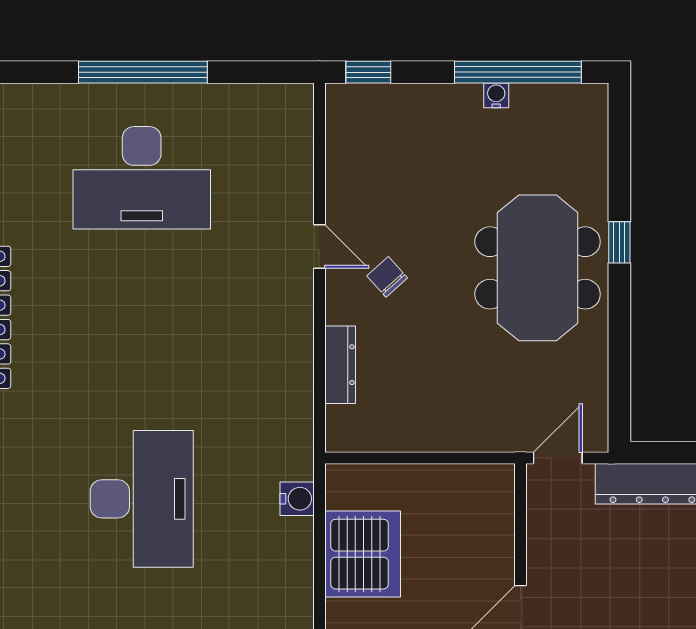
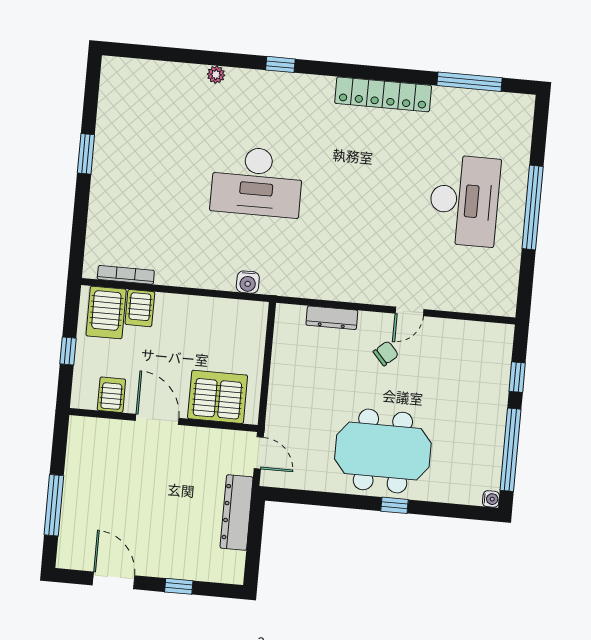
window: (368, 72) -> (517, 377), moved
water cooler: (496, 95) -> (491, 499), moved
desk: (142, 178) -> (464, 201), turned 180
server rack: (363, 554) -> (218, 397), moved, turned 180

